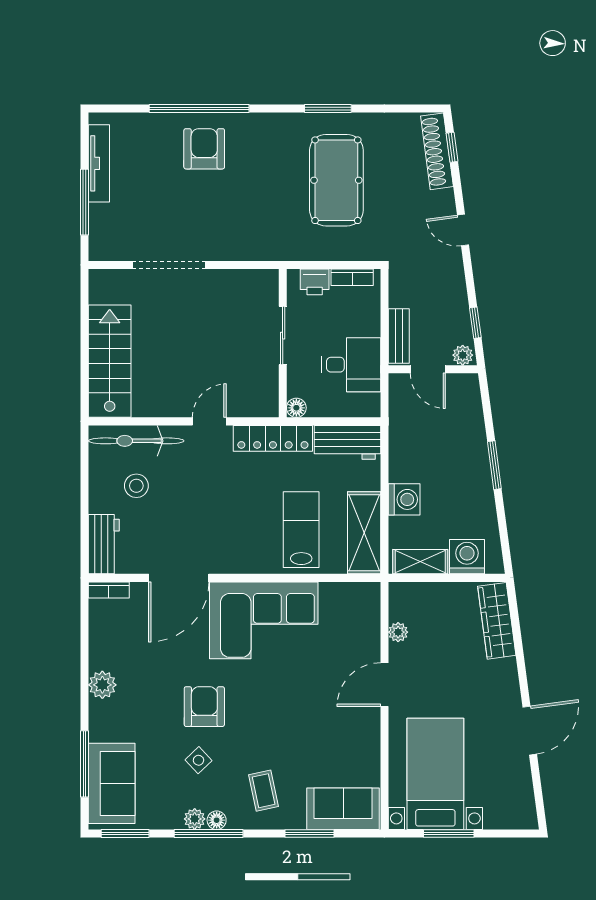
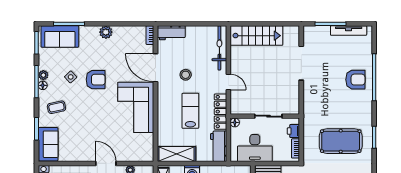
desk: (351, 365) -> (255, 148), width x1.37
stool: (136, 486) -> (186, 75), moved
lab bench: (301, 530) -> (190, 111), moved, turned -90

